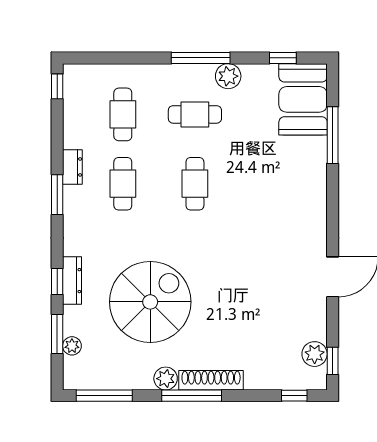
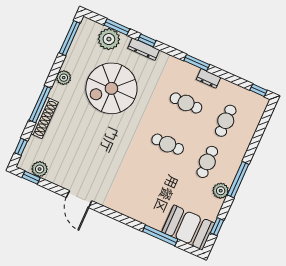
cafe table: (123, 114) -> (226, 121), turned 90
spiral stairs: (150, 302) -> (111, 88), turned 90
plant: (72, 346) -> (109, 39), width x1.87, depth x1.87
shoe rack: (211, 380) -> (44, 118), moved
window: (192, 396) -> (40, 104), moved

